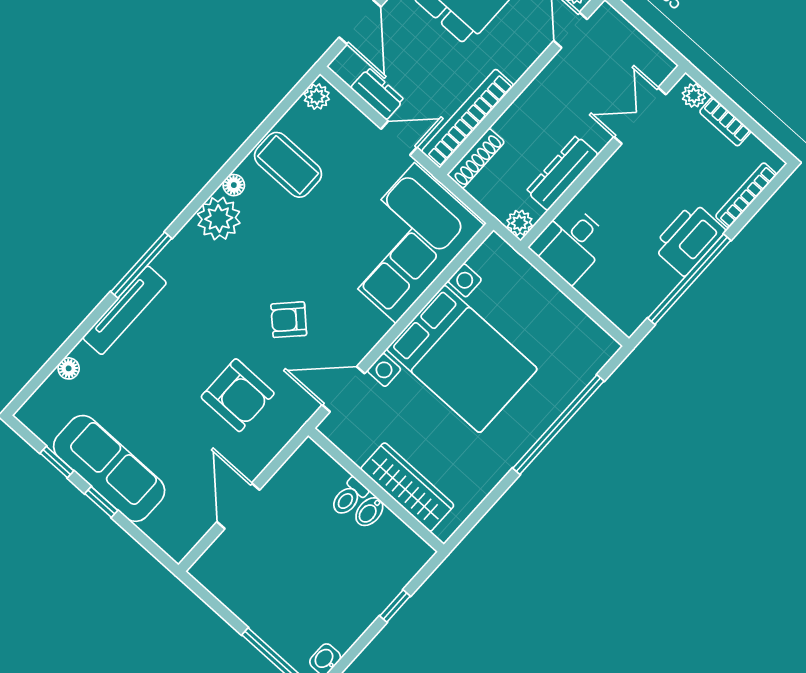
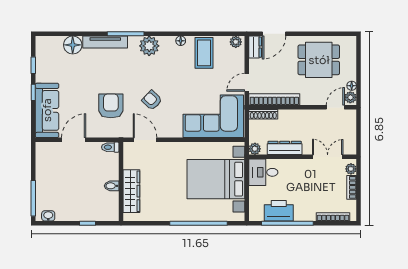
dresser: (377, 94) -> (255, 47), moved
door: (399, 138) -> (247, 82), swing flipped
plant: (219, 218) -> (149, 46), moved
printer: (689, 239) -> (279, 211), moved
bed with nightstands: (462, 359) -> (216, 179), moved, turned 90
floor lamp: (69, 368) -> (73, 45), width x1.89, depth x1.89
armchair: (238, 395) -> (111, 106), turned 180
sofa: (109, 468) -> (47, 110), moved
toilet: (349, 497) -> (110, 147), moved

